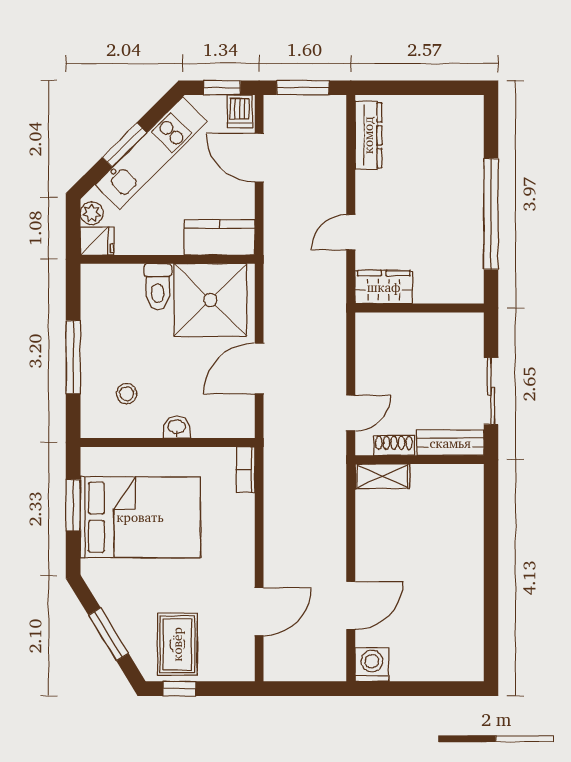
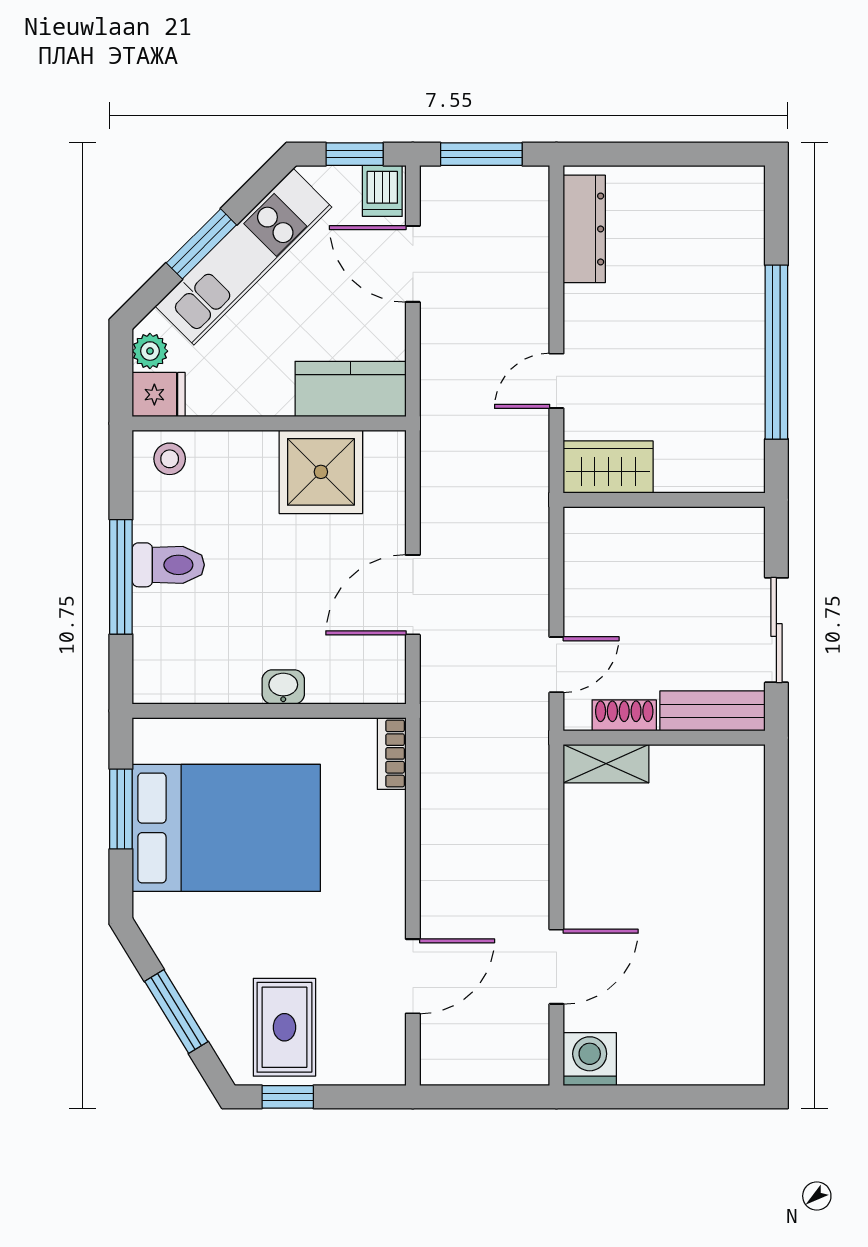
toilet: (158, 287) -> (168, 565), moved, turned -90
shower: (210, 300) -> (321, 472), width x0.73, depth x0.73
stool: (127, 394) -> (170, 459), moved

